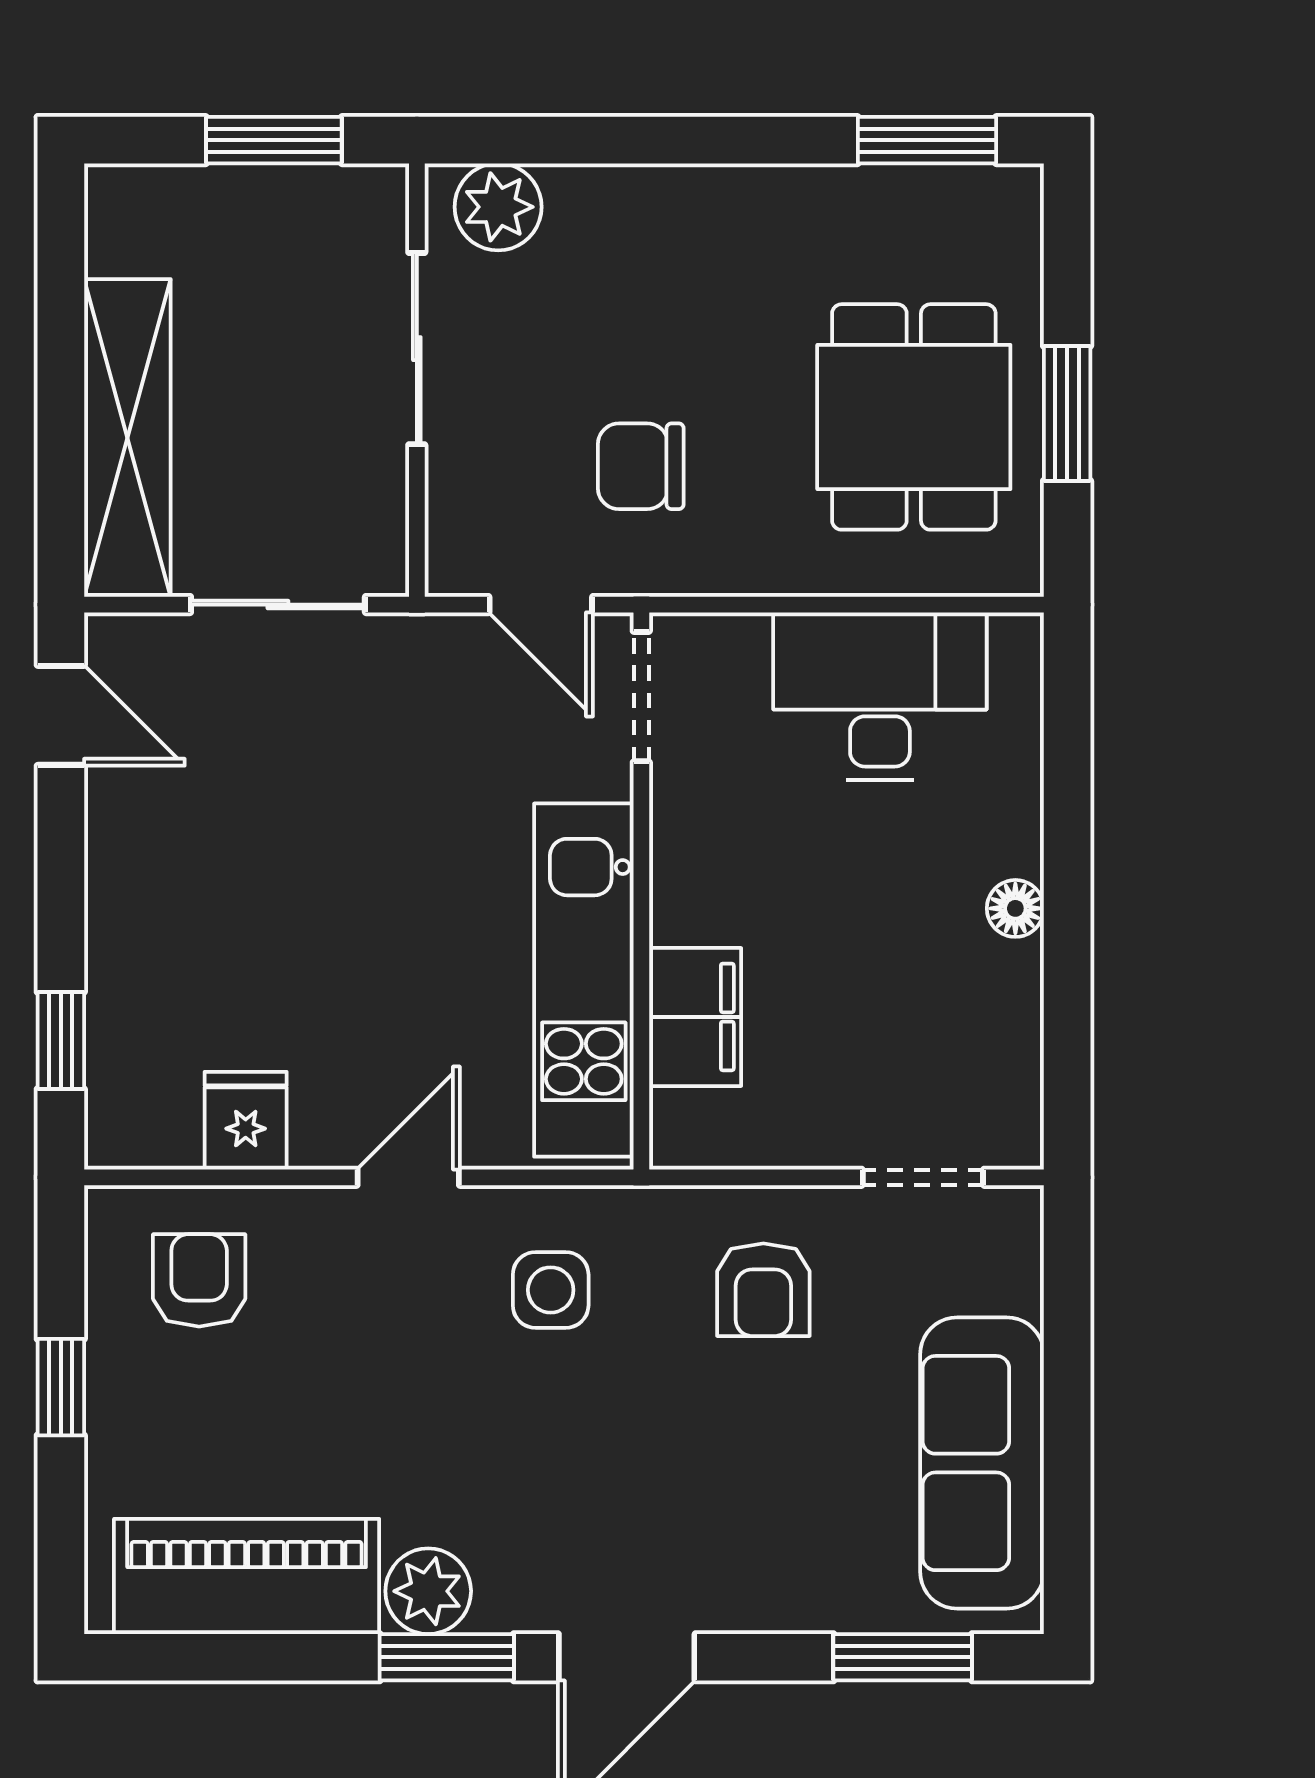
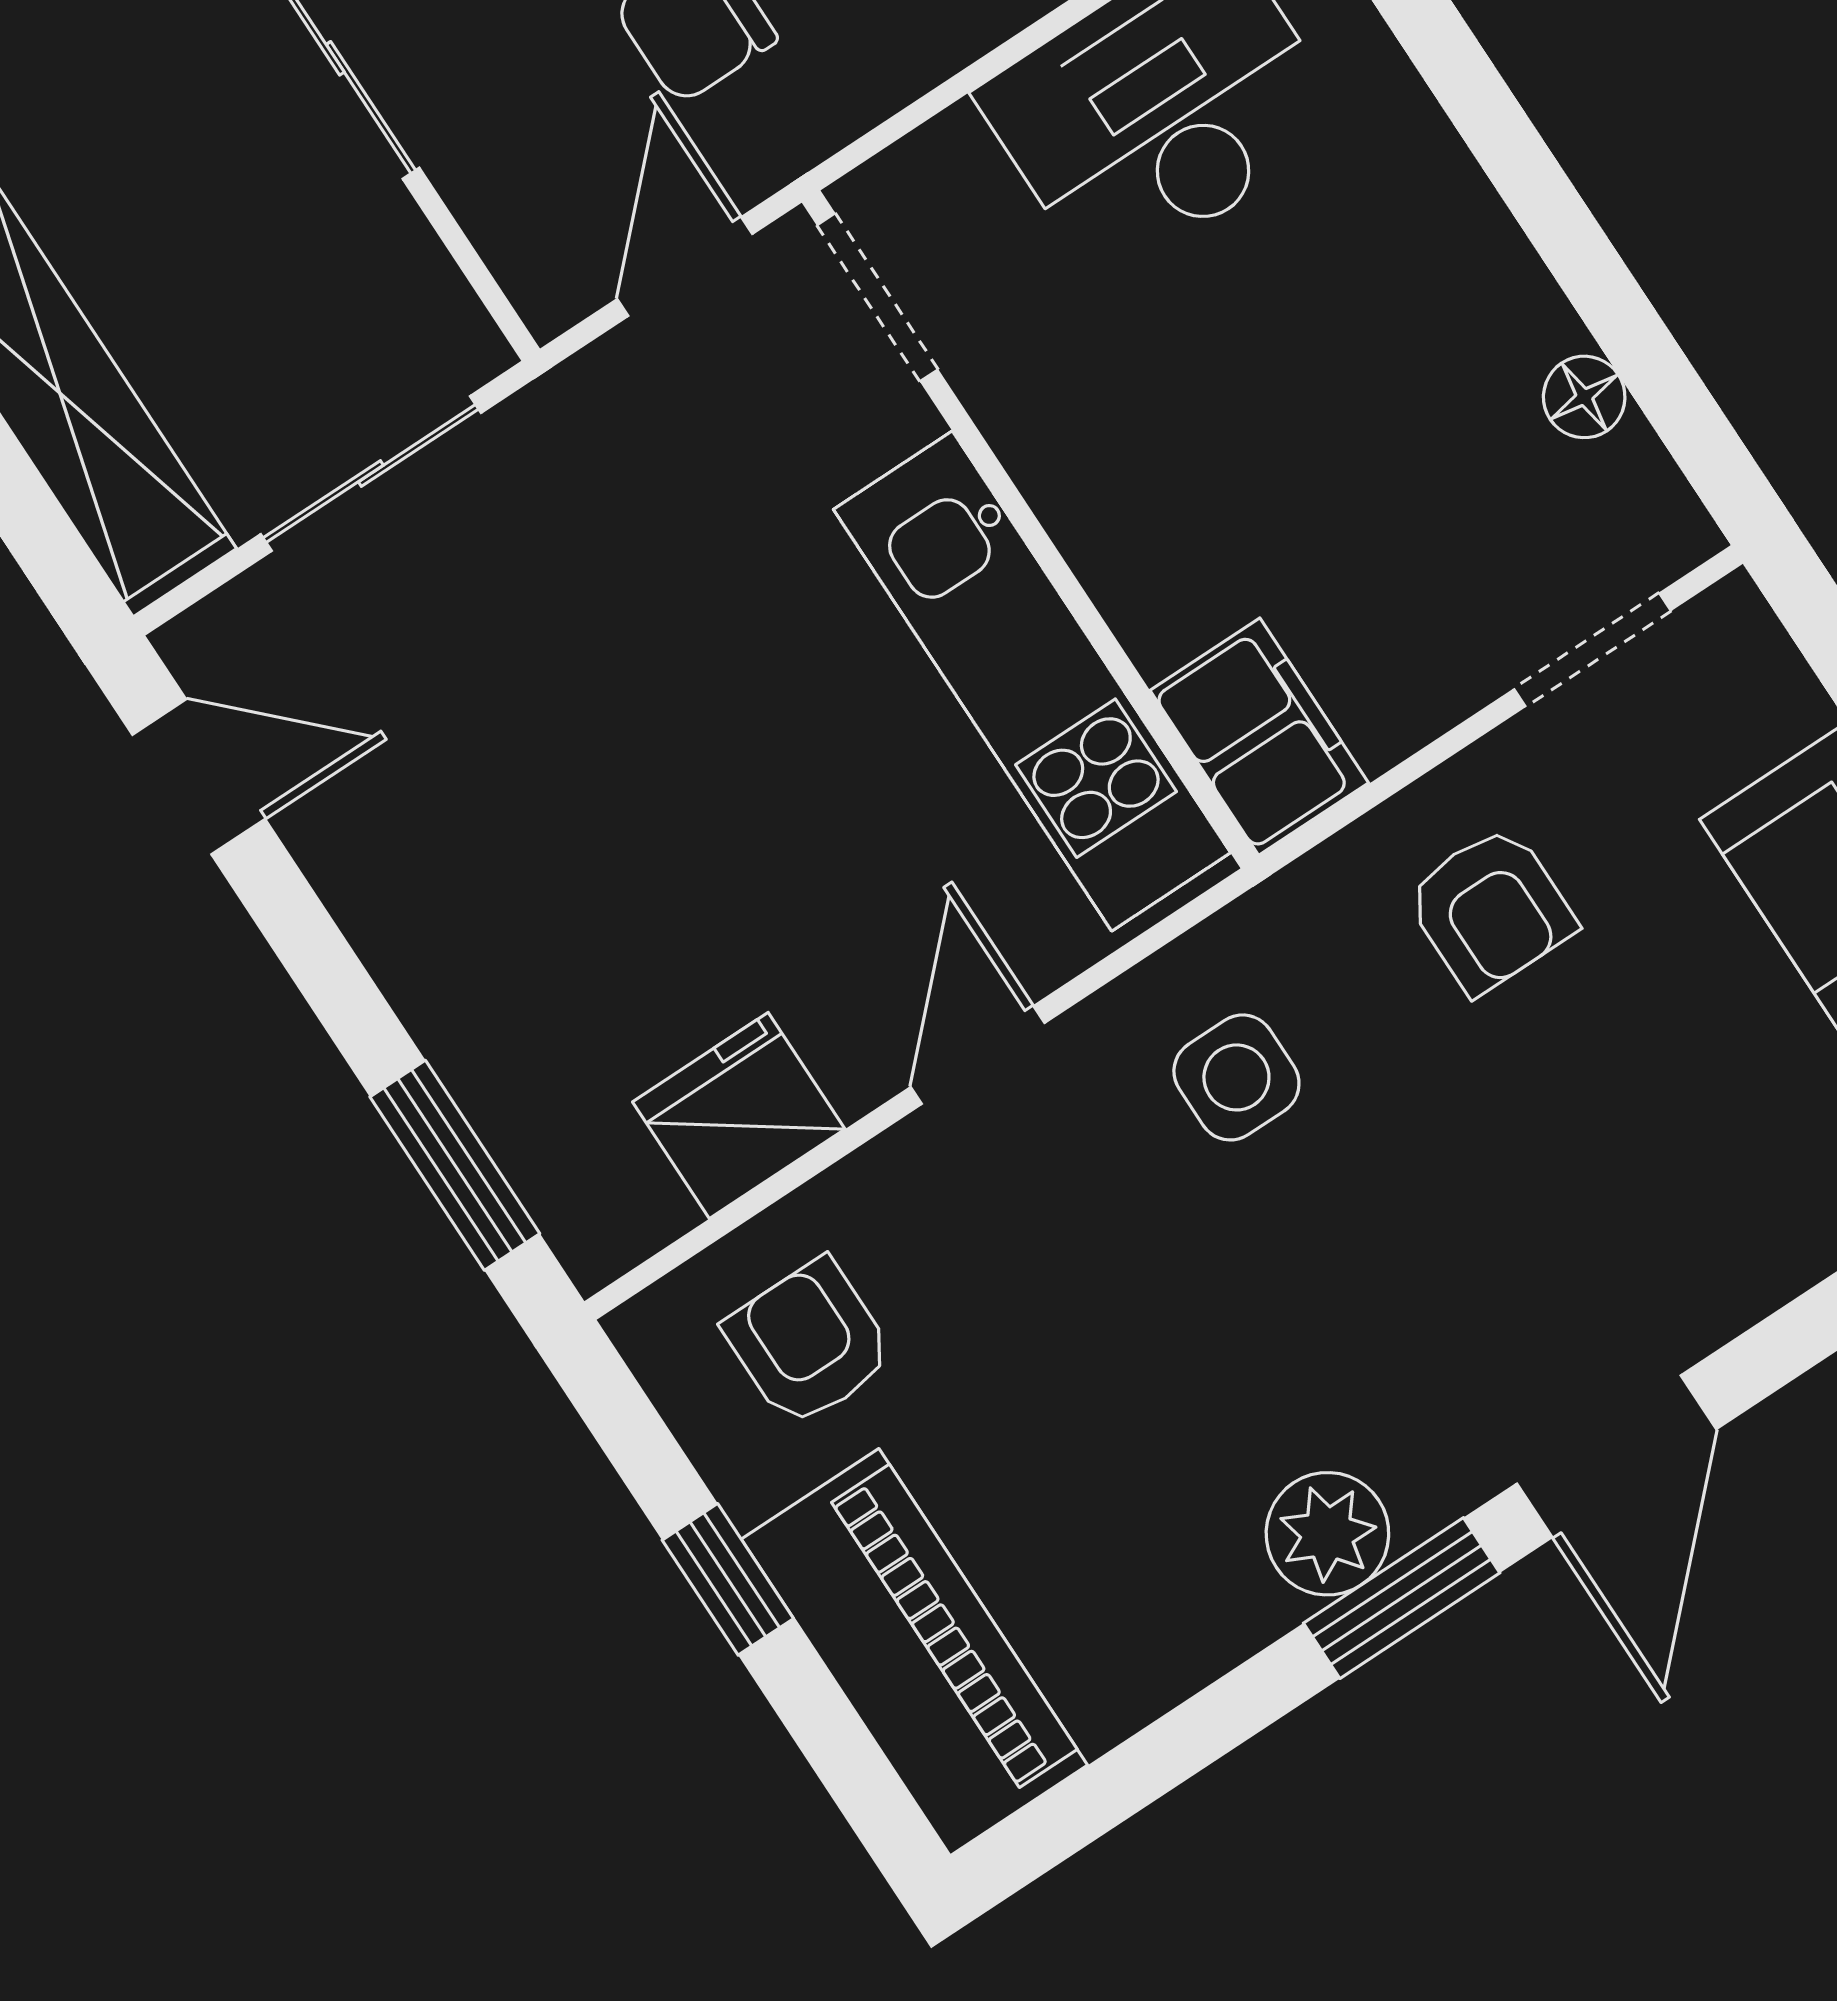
door: (541, 605) -> (685, 266), swing flipped
floor lamp: (1015, 908) -> (1584, 397), moved
filing cabinet: (695, 1017) -> (1259, 737), moved
window: (61, 1040) -> (455, 1165), width x1.50
fridge: (246, 1121) -> (739, 1115), width x1.38
piano: (247, 1576) -> (914, 1652), moved, turned 90

